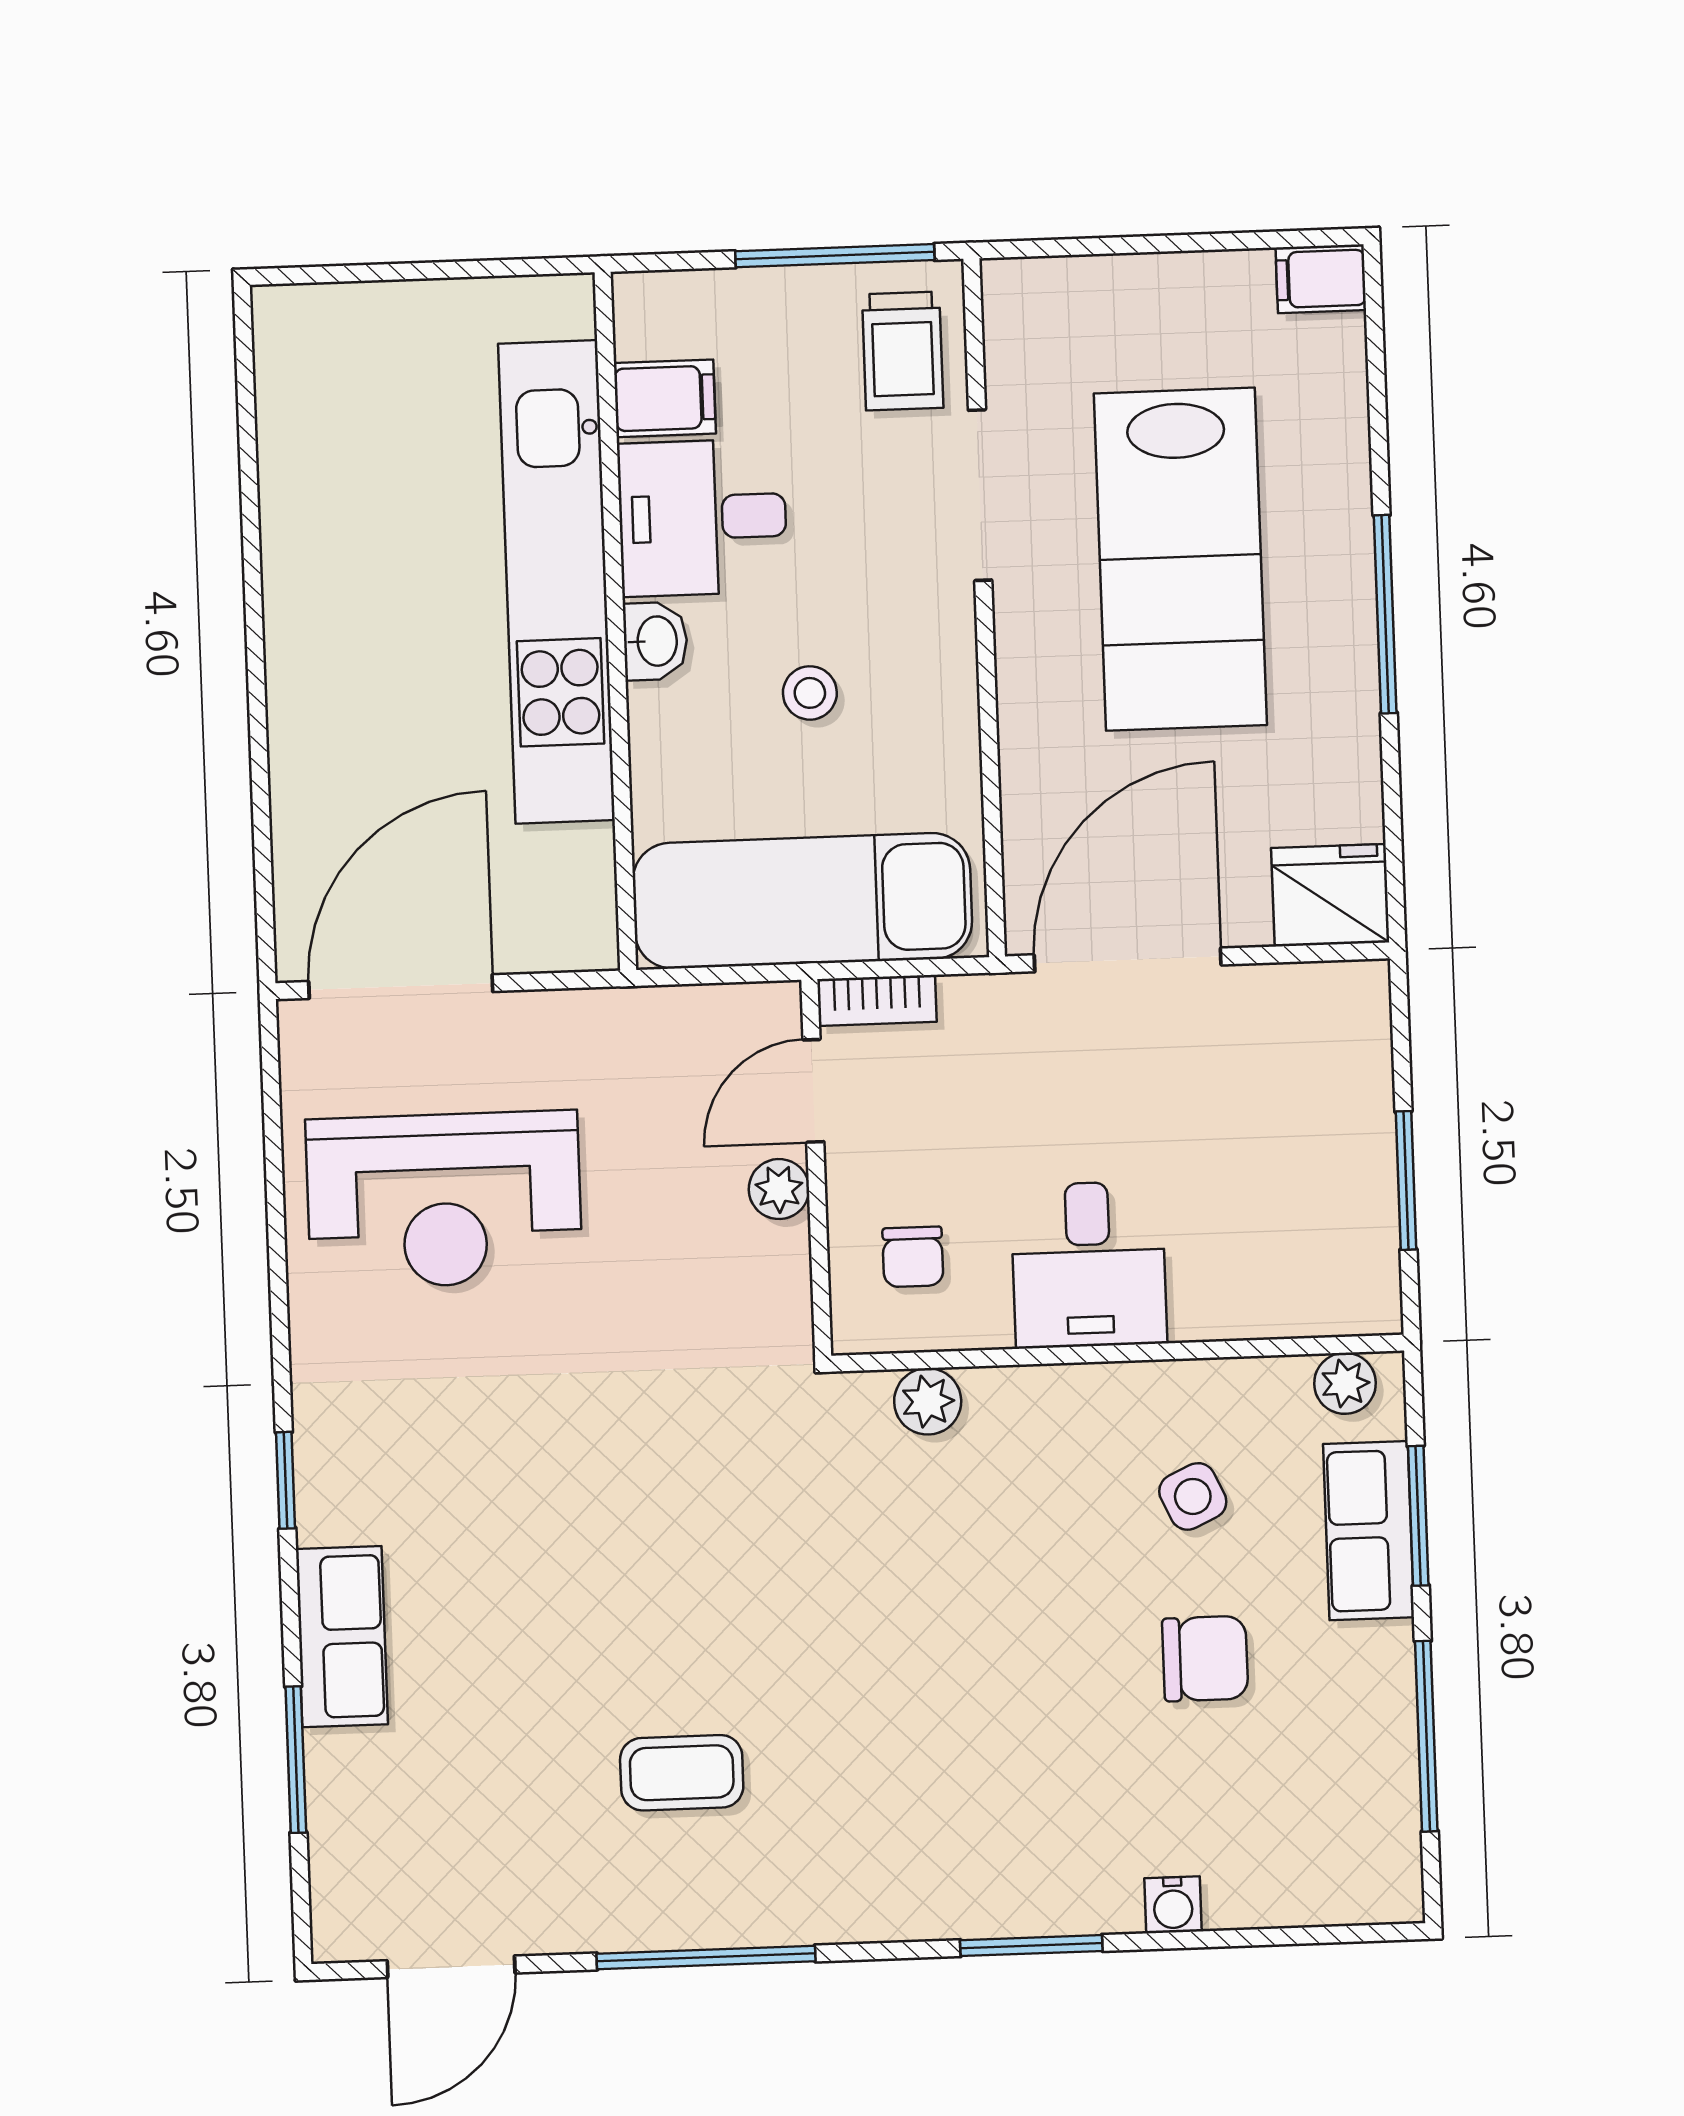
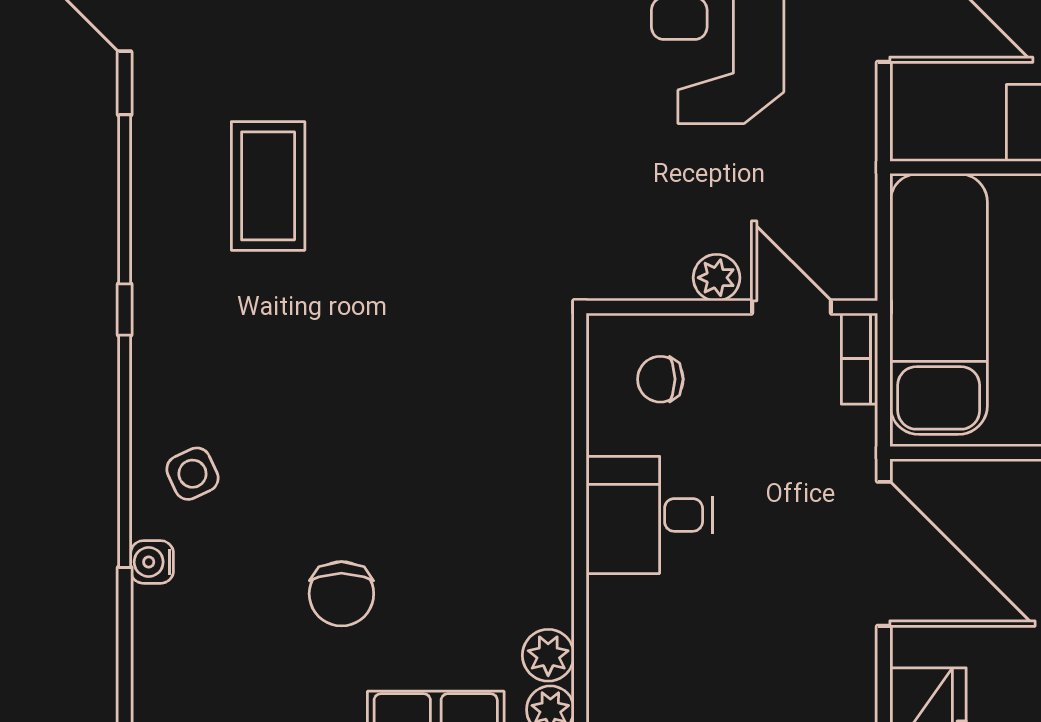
plant: (928, 1401) -> (548, 655), moved
side table: (1193, 1496) -> (192, 474), moved
coffee table: (682, 1773) -> (268, 186), width x1.36, depth x1.30
window: (1031, 1946) -> (125, 451), width x2.11

